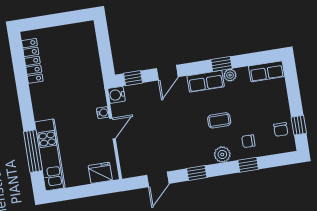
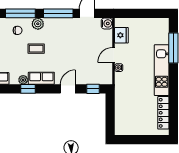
water cooler: (116, 95) -> (107, 23), moved
kitchen unit: (50, 155) -> (162, 70), moved
window: (248, 165) -> (20, 13), width x2.17
fridge: (100, 173) -> (121, 35), moved, turned -90
window: (197, 173) -> (58, 13), width x2.17

